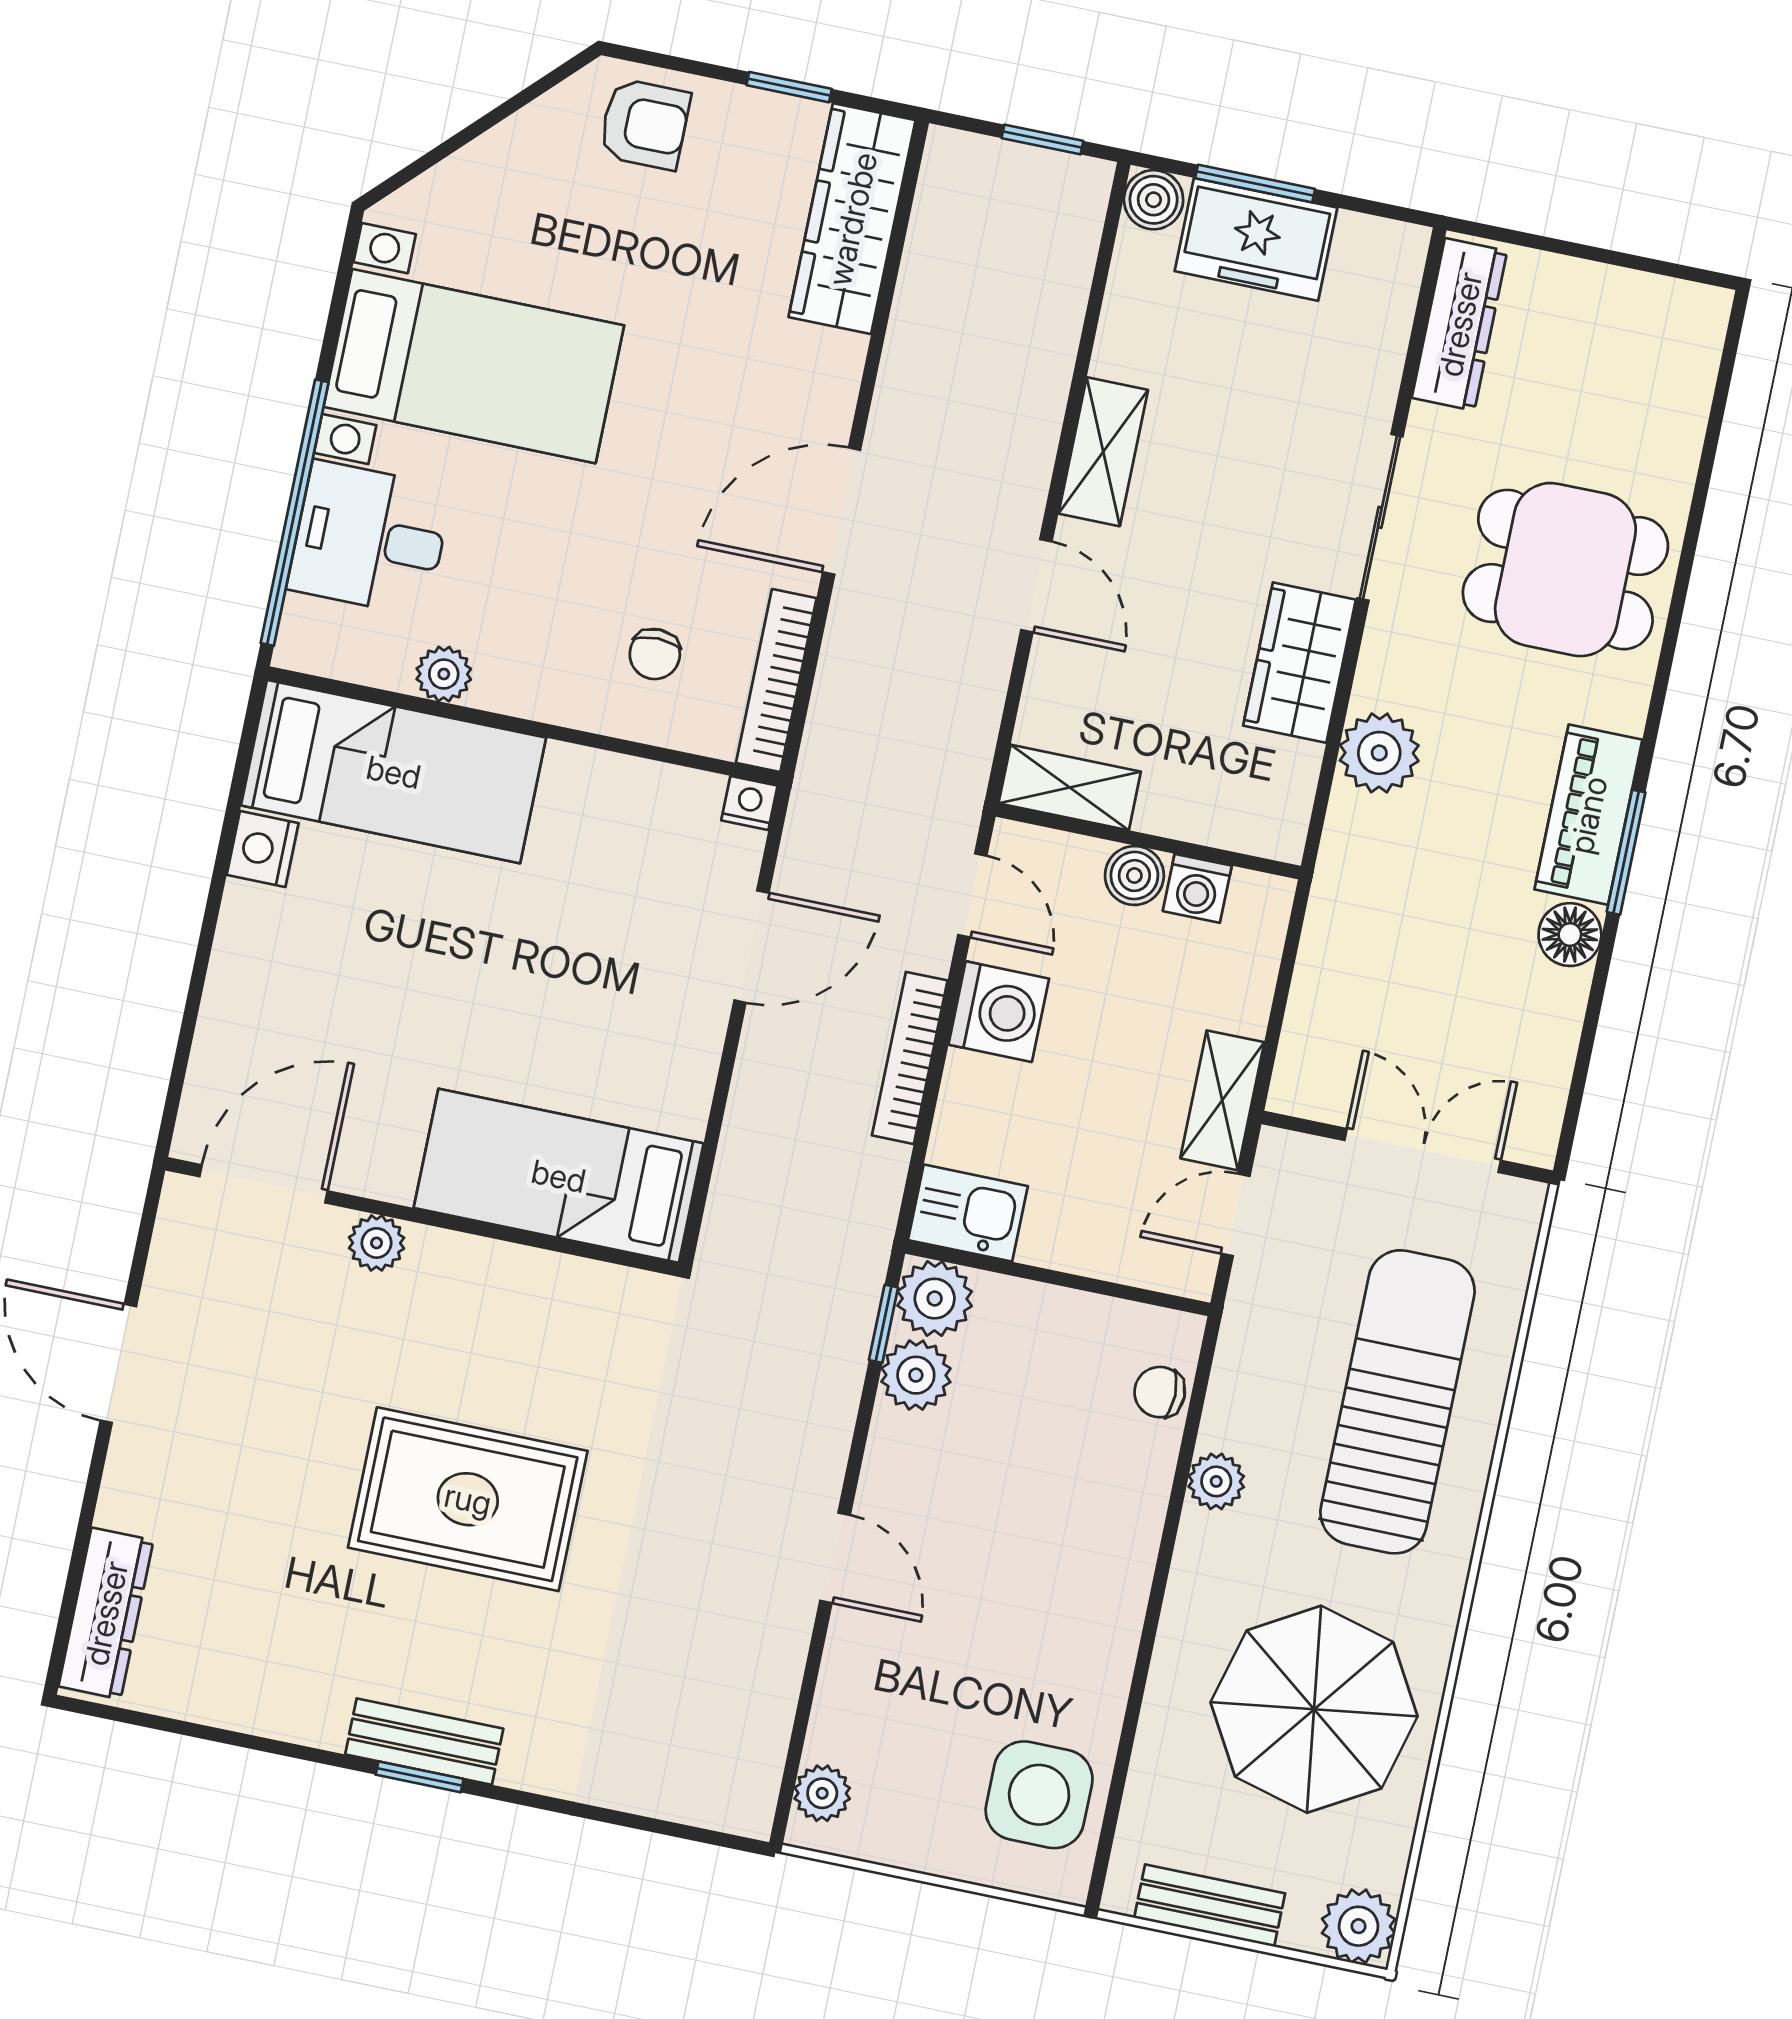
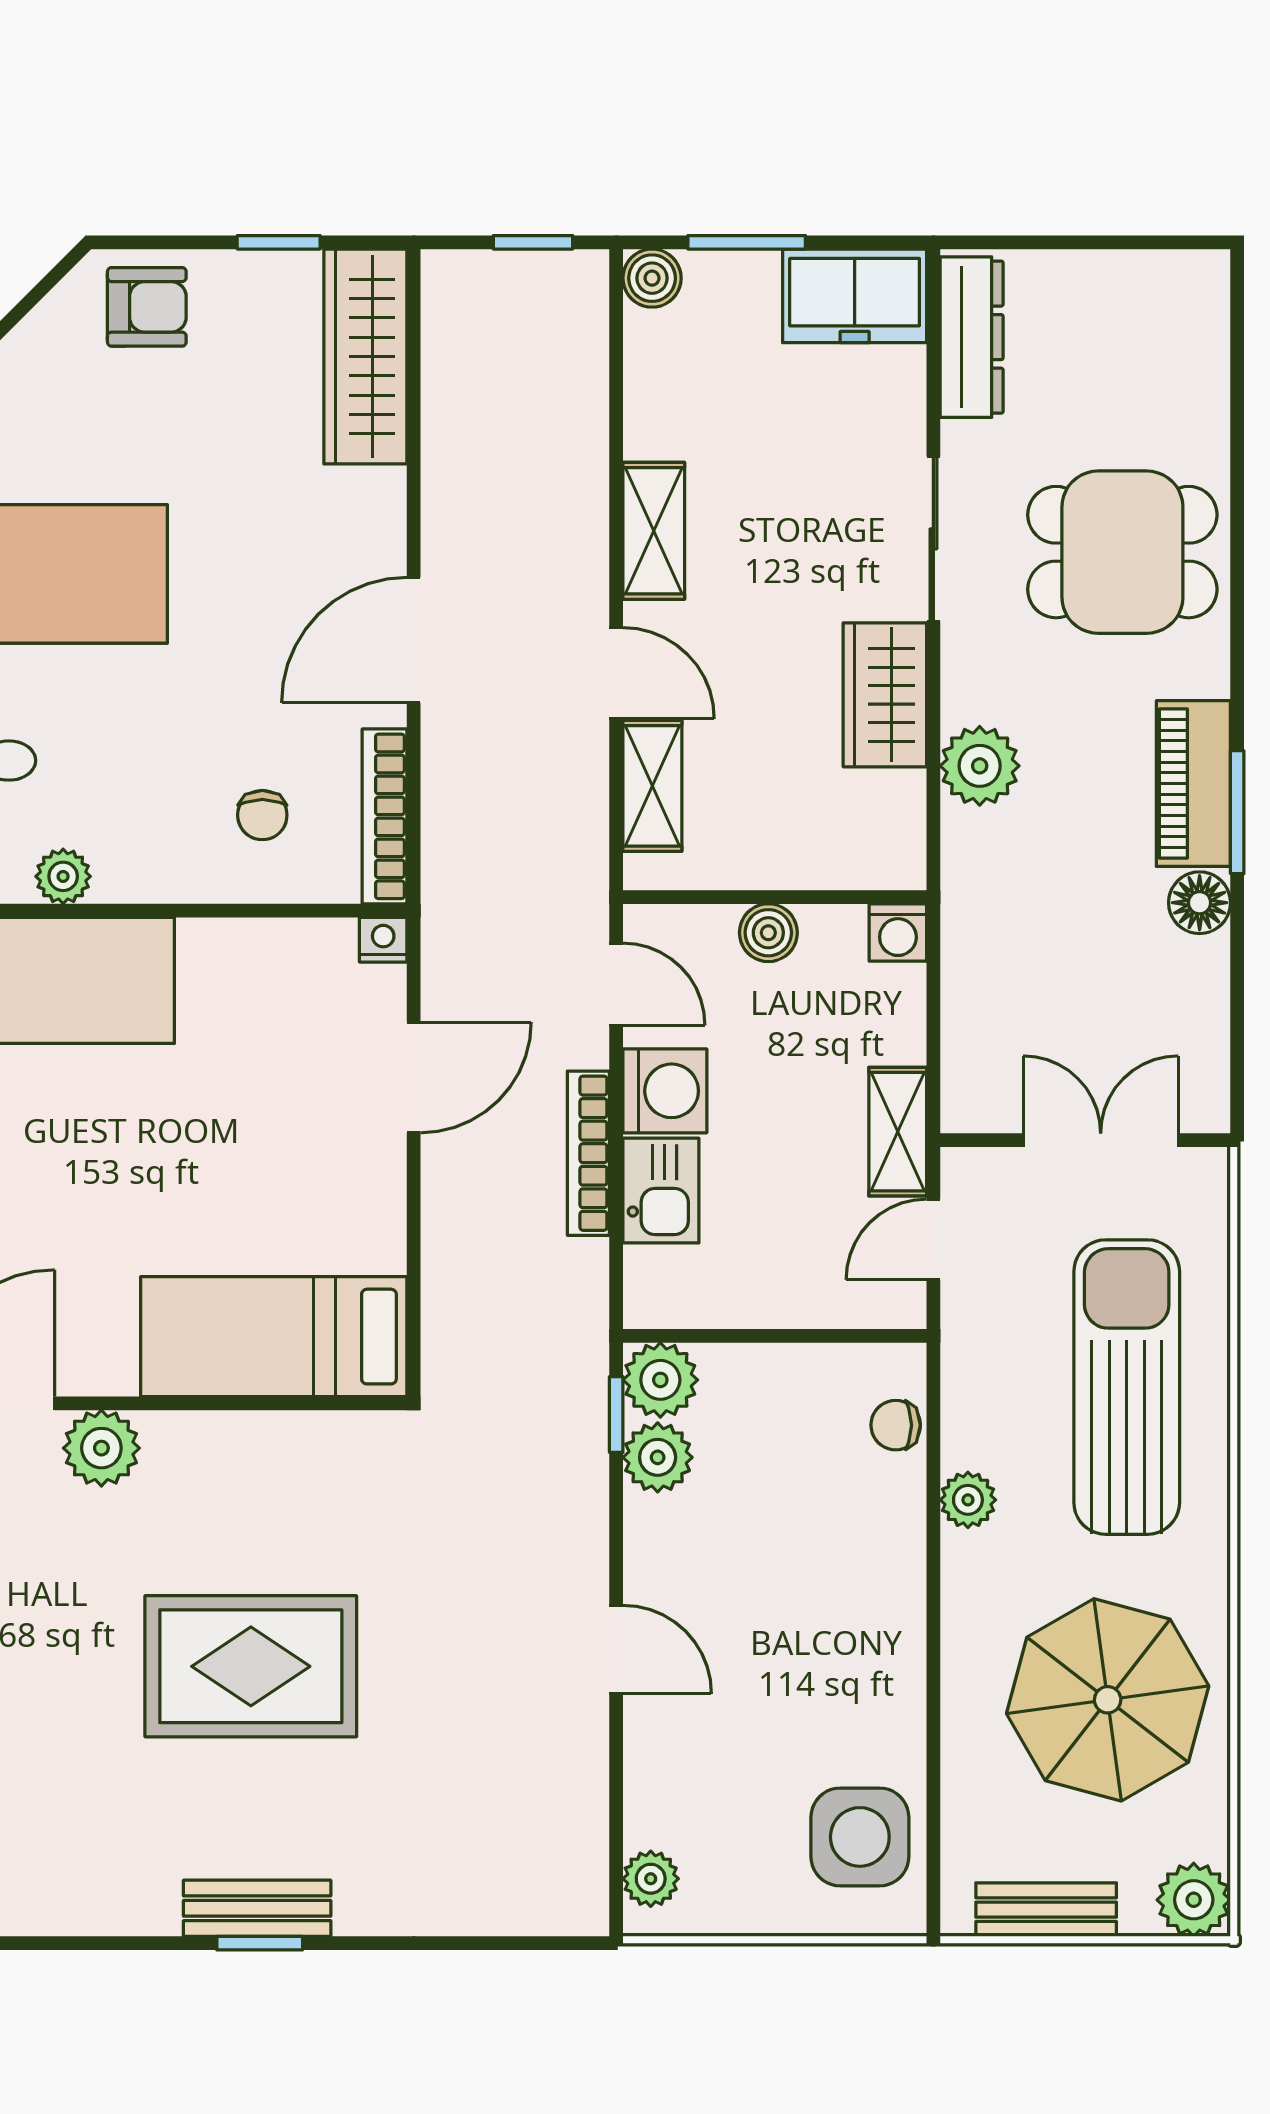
freezer: (1256, 239) -> (855, 296), moved
shelving: (1070, 787) -> (652, 786), moved, turned 90
washing machine: (1197, 888) -> (898, 933), moved
kitchen sink: (968, 1213) -> (661, 1191), moved, turned 90
plant: (377, 1243) -> (101, 1448), width x1.38, depth x1.38

